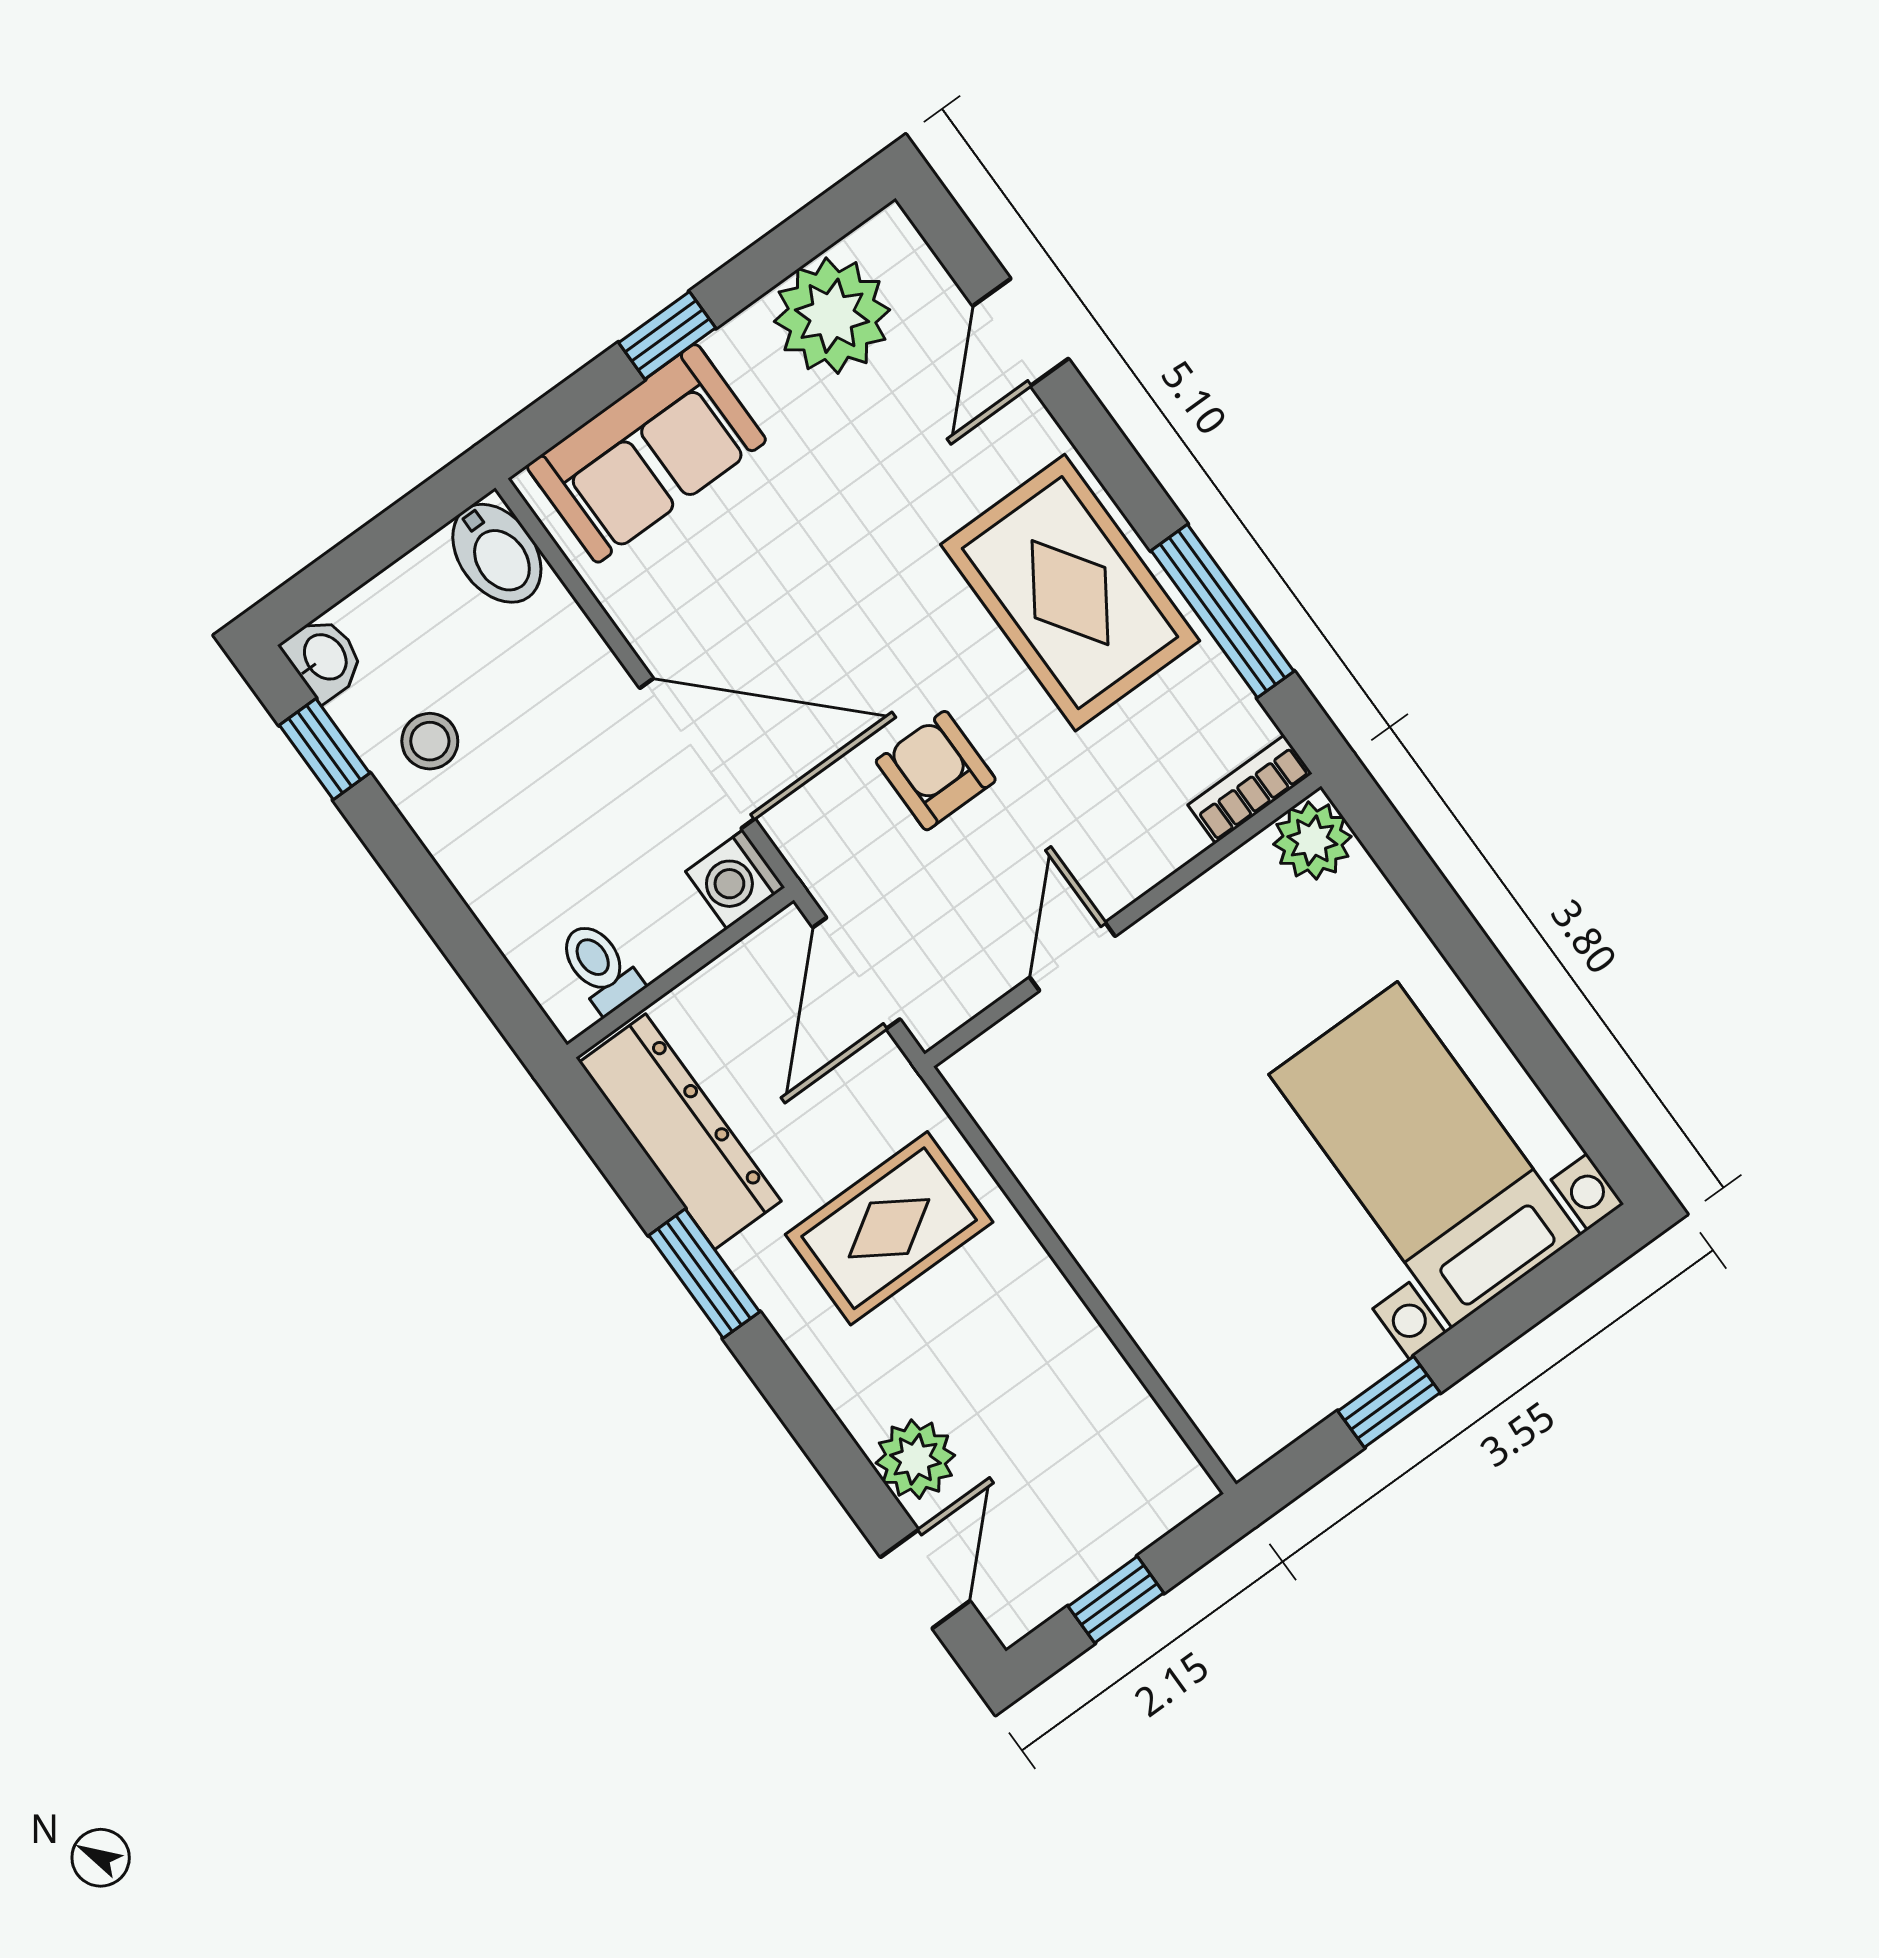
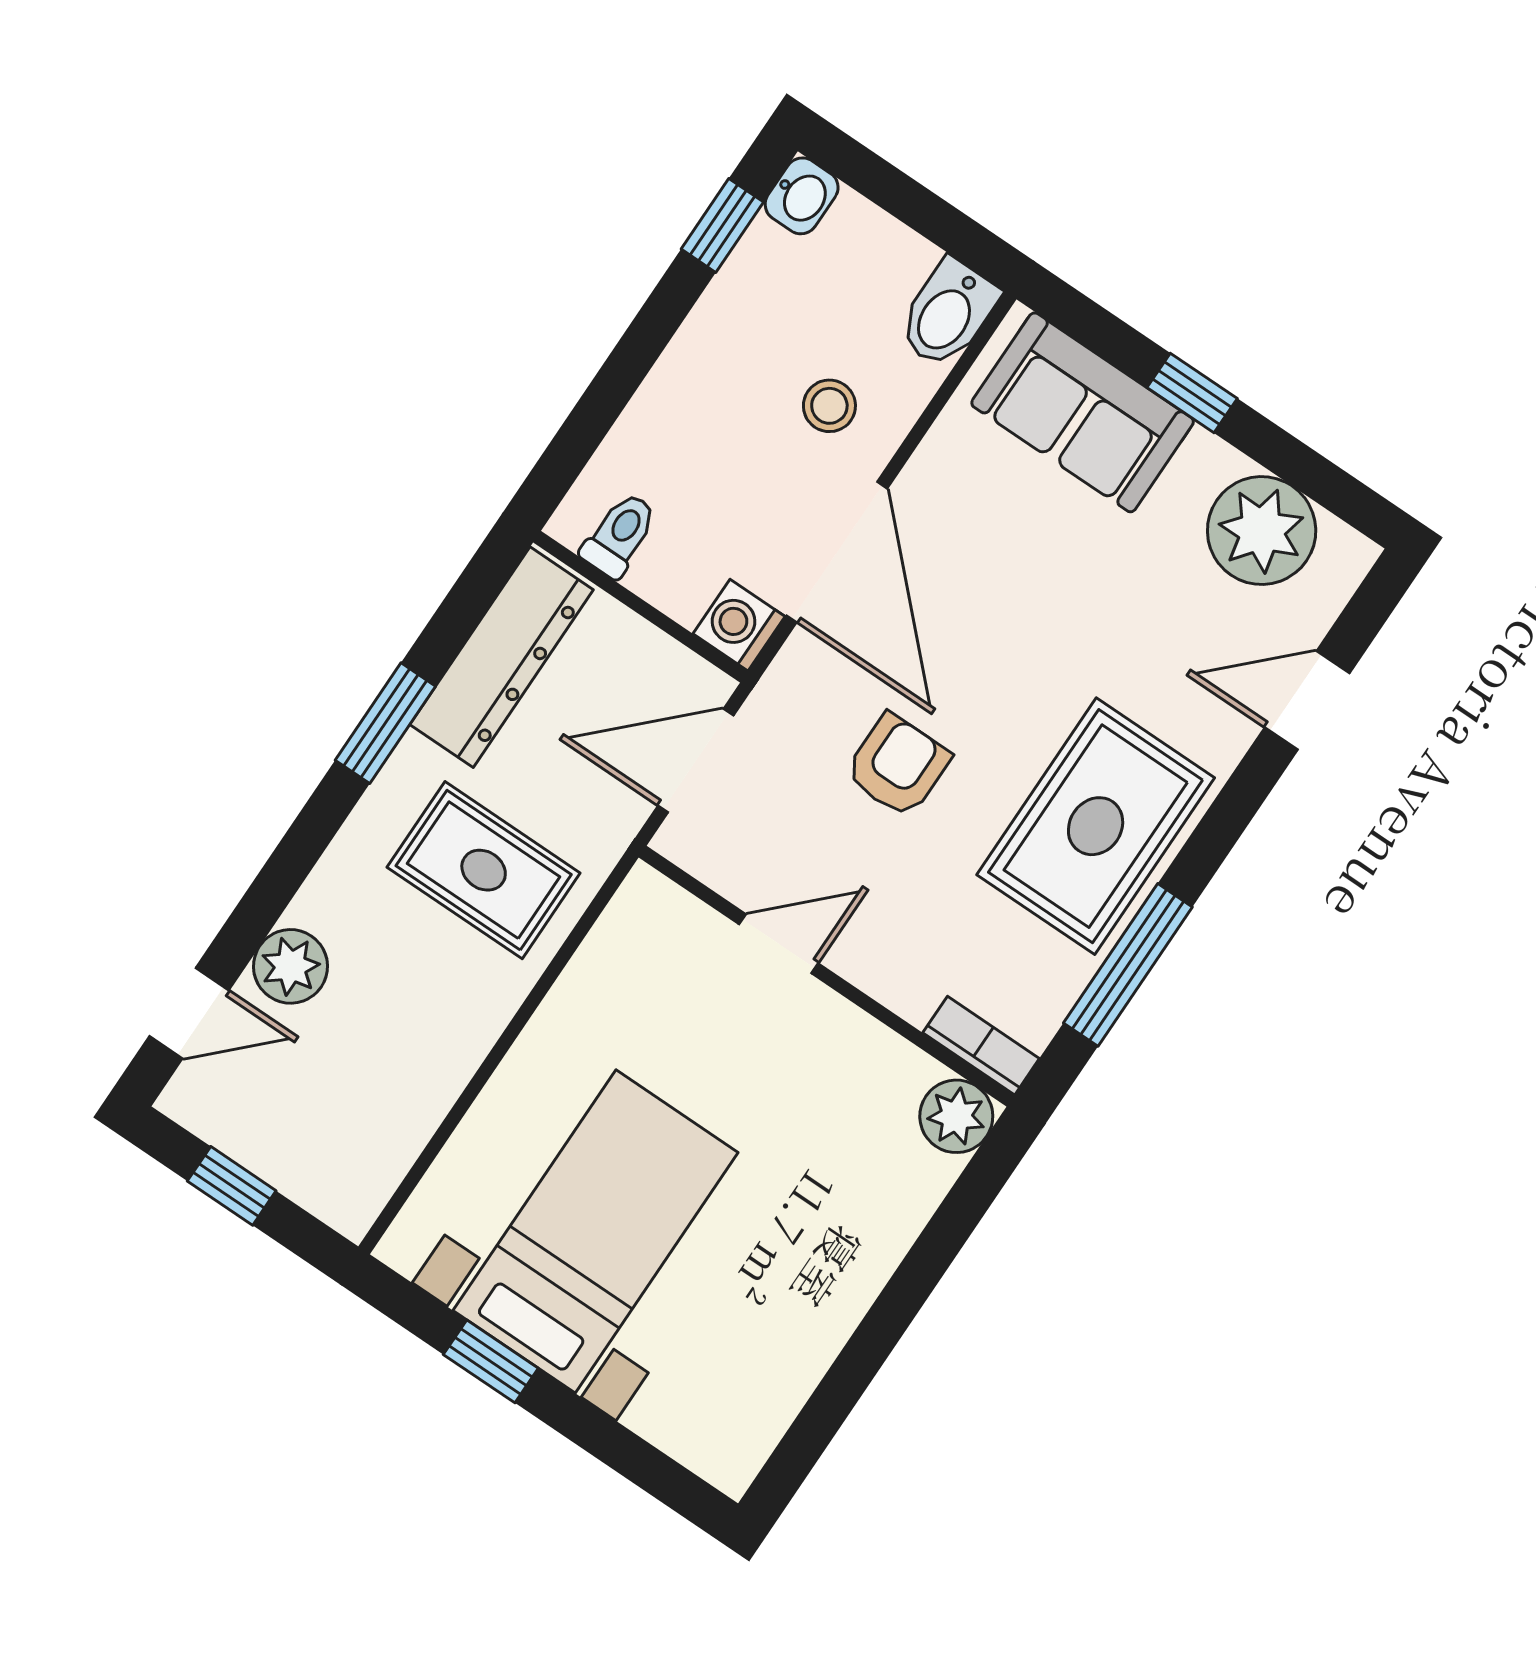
stool: (430, 741) -> (829, 406), moved
bed with nightstands: (1425, 1155) -> (596, 1231), moved

